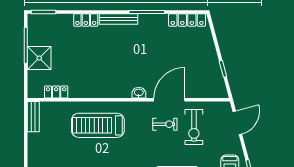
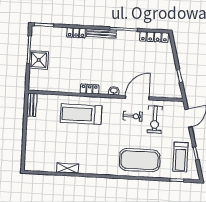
locker: (56, 92) -> (89, 89), moved

